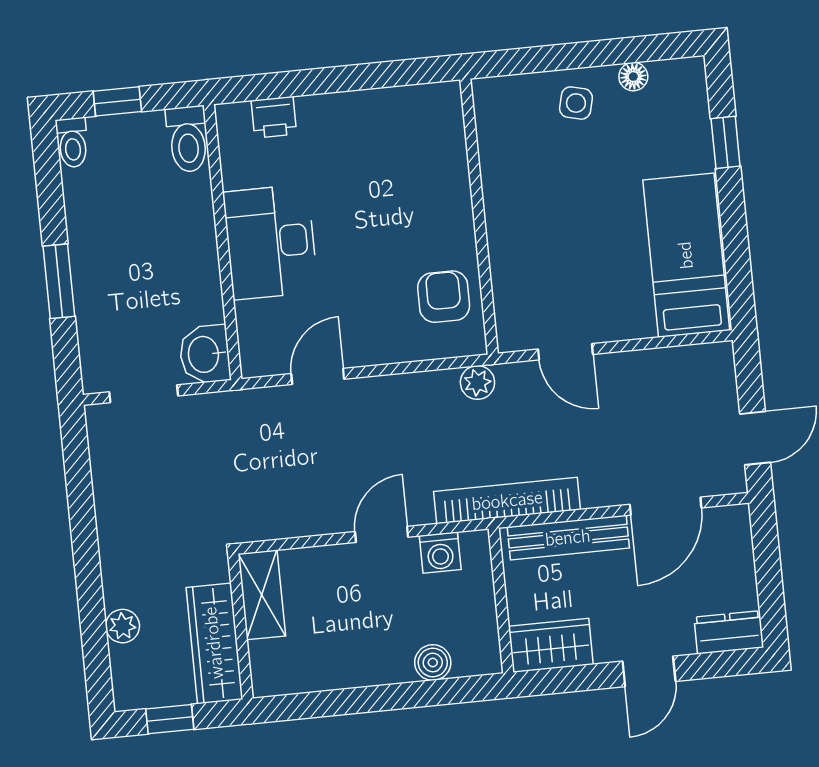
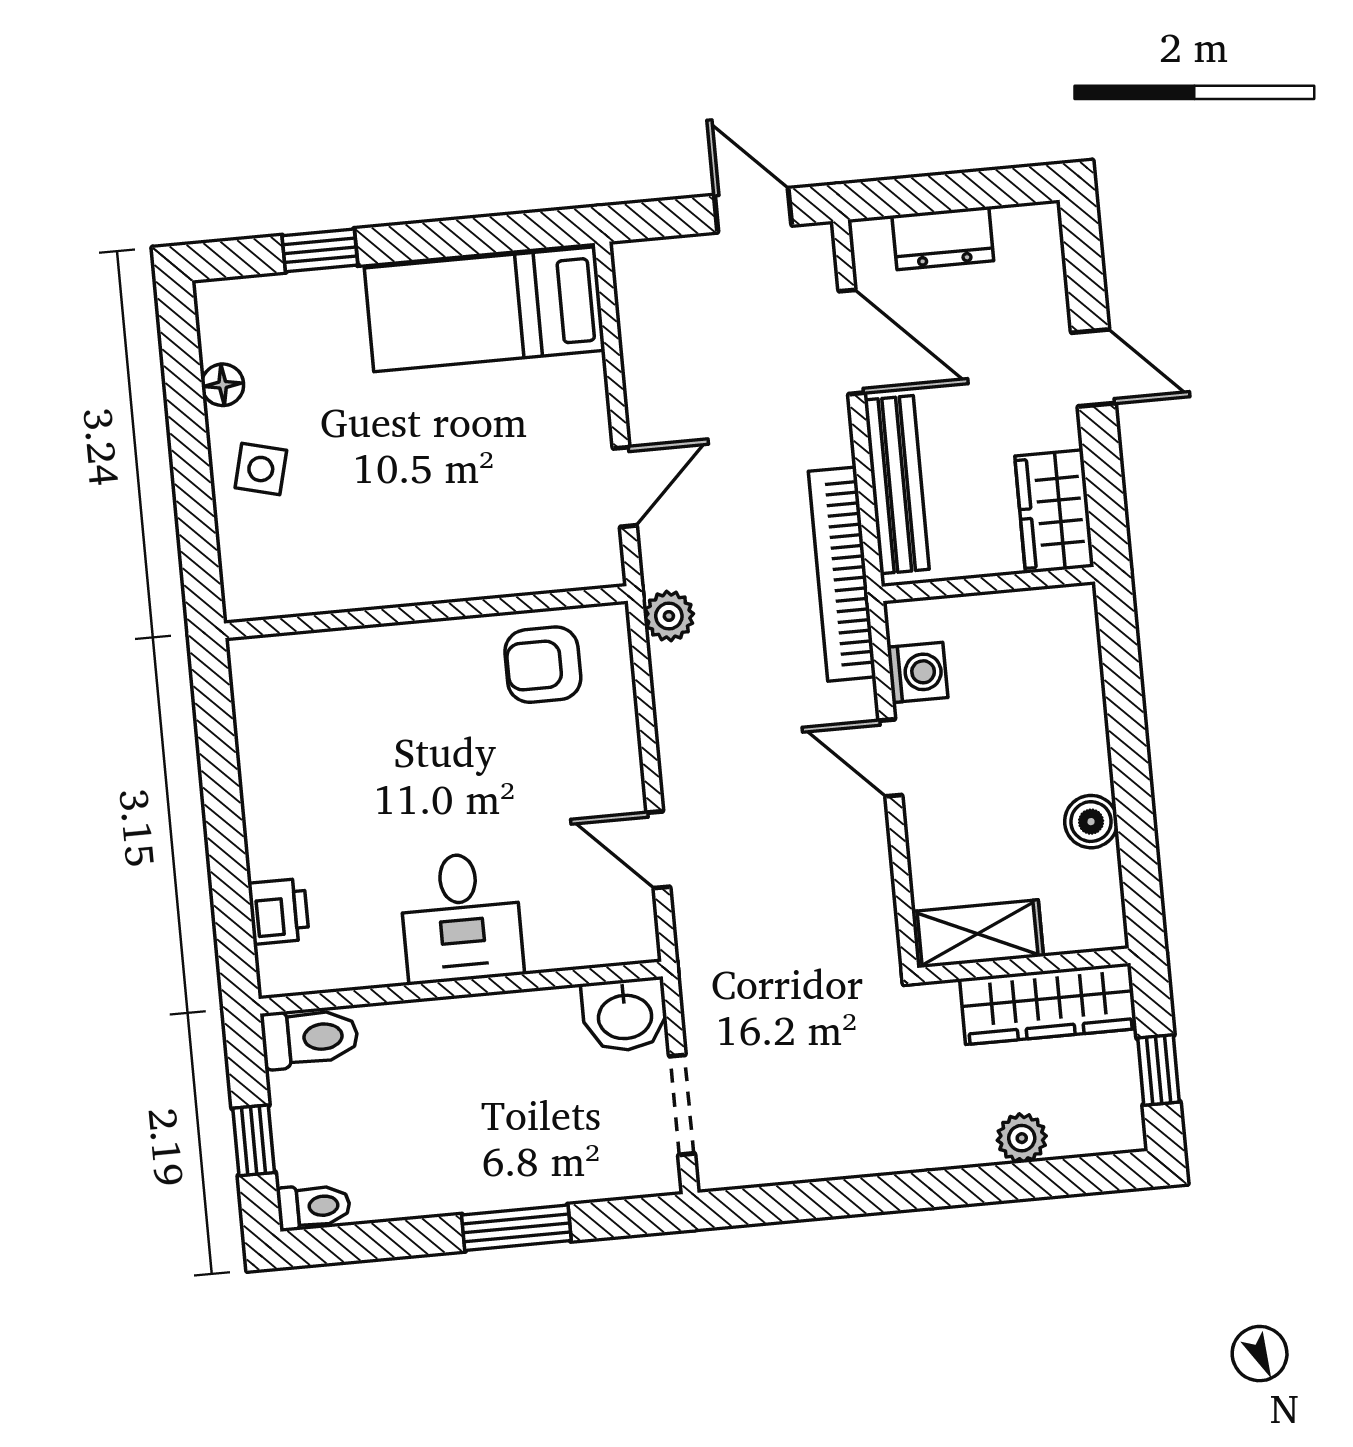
desk: (271, 242) -> (461, 918), width x0.73
dresser: (729, 632) -> (943, 238), moved, turned -90
boiler: (433, 663) -> (1091, 822), moved

